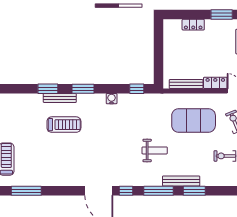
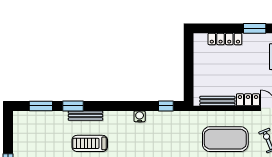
locker: (193, 25) -> (225, 39), width x1.53
window: (83, 89) -> (41, 106), moved
treadmill: (64, 125) -> (90, 143), turned 180

